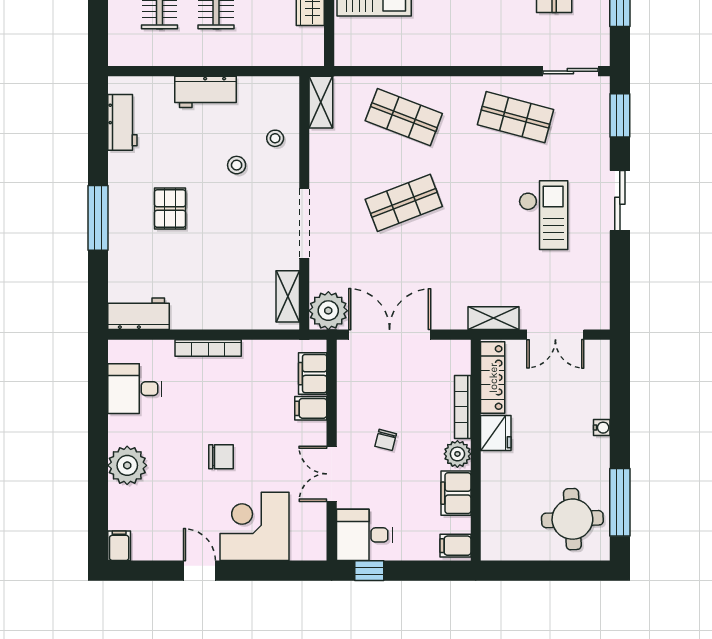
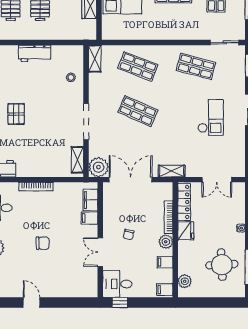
stool: (237, 165) -> (51, 91), removed
shop shelf: (404, 203) -> (138, 111), turned 45
shelving: (494, 318) -> (172, 171), moved
filing cabinet: (456, 493) -> (165, 262), width x0.50
round table: (572, 519) -> (222, 265), moved
corner desk: (254, 526) -> (60, 280), removed
plant: (494, 530) -> (185, 281), added

